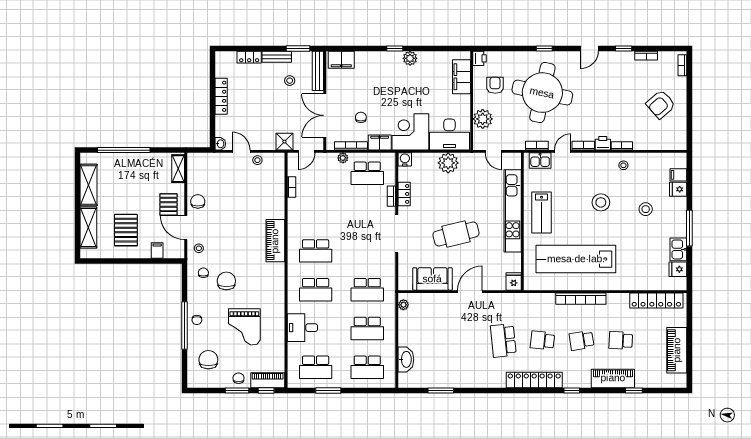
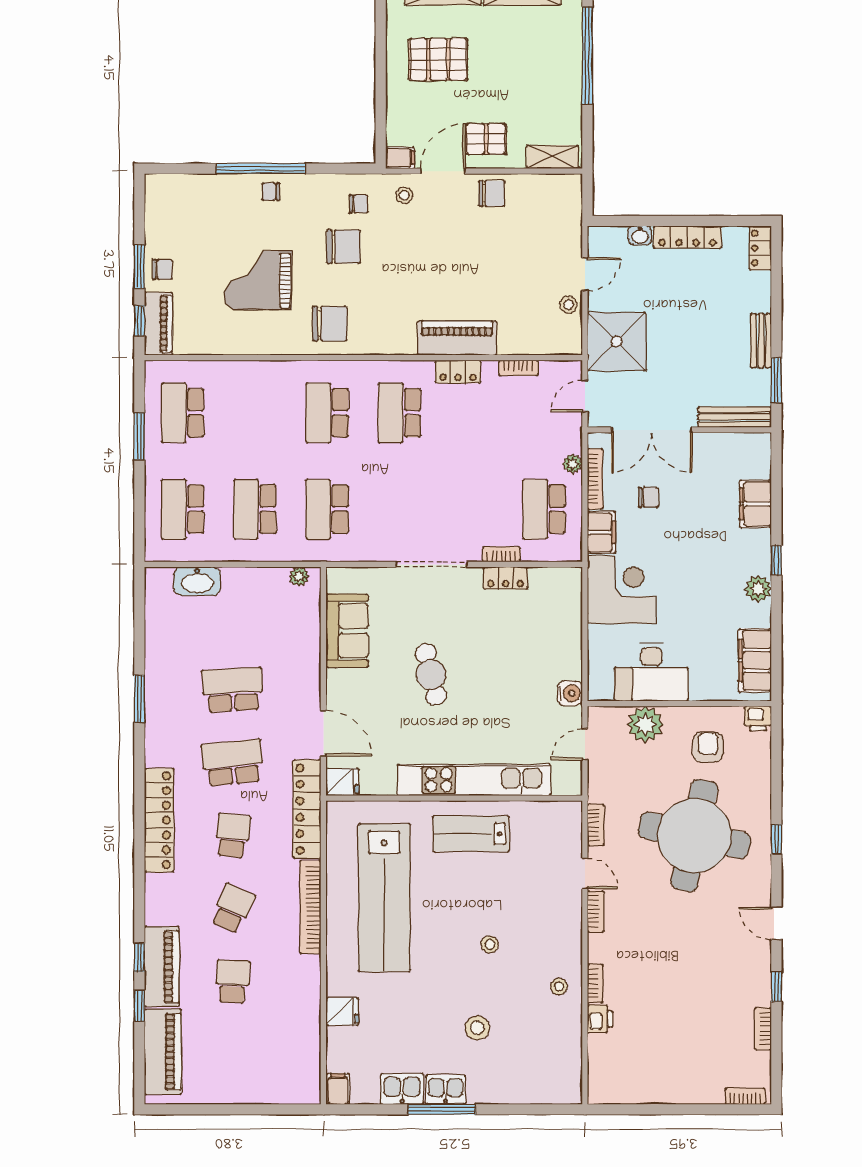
locker: (249, 57) -> (760, 248), moved
filing cabinet: (341, 60) -> (755, 504), moved
filing cabinet: (461, 77) -> (755, 660), moved, turned -90
stool: (290, 81) -> (717, 365), removed
armchair: (495, 85) -> (708, 747), turned -90
armchair: (661, 104) -> (672, 1056), removed
double door: (325, 115) -> (652, 430), swing flipped
desk: (449, 135) -> (651, 672), moved, turned -90
shower: (284, 142) -> (617, 341), width x1.86, depth x1.86
printer: (603, 143) -> (600, 1019), moved
washbasin: (220, 144) -> (640, 235), moved
door: (306, 151) -> (585, 396), hinge flipped
water cooler: (405, 159) -> (570, 693), moved
kitchen sink: (540, 161) -> (446, 1090), moved, turned 90
plant: (448, 163) -> (563, 660), removed
filing cabinet: (678, 175) -> (338, 1089), moved
fridge: (678, 189) -> (514, 1089), removed
stool: (601, 202) -> (490, 944), width x0.53, depth x0.53
locker: (293, 219) -> (458, 372), added
cafe table: (456, 234) -> (431, 674), width x0.73, depth x0.74
piano: (275, 241) -> (457, 338), moved
filing cabinet: (157, 251) -> (400, 158), moved
lab bench: (576, 259) -> (384, 898), turned 180
fridge: (678, 269) -> (342, 1011), moved, turned 90
door: (470, 292) -> (323, 733), moved
locker: (656, 301) -> (307, 809), moved
desk: (302, 328) -> (256, 388), removed
school desk: (464, 340) -> (233, 690), added
school desk: (582, 340) -> (233, 908), turned 33
piano: (677, 350) -> (163, 1052), moved, turned 90
chair: (208, 360) -> (330, 324), moved
window: (441, 391) -> (139, 699), moved
window: (572, 391) -> (139, 957), moved

